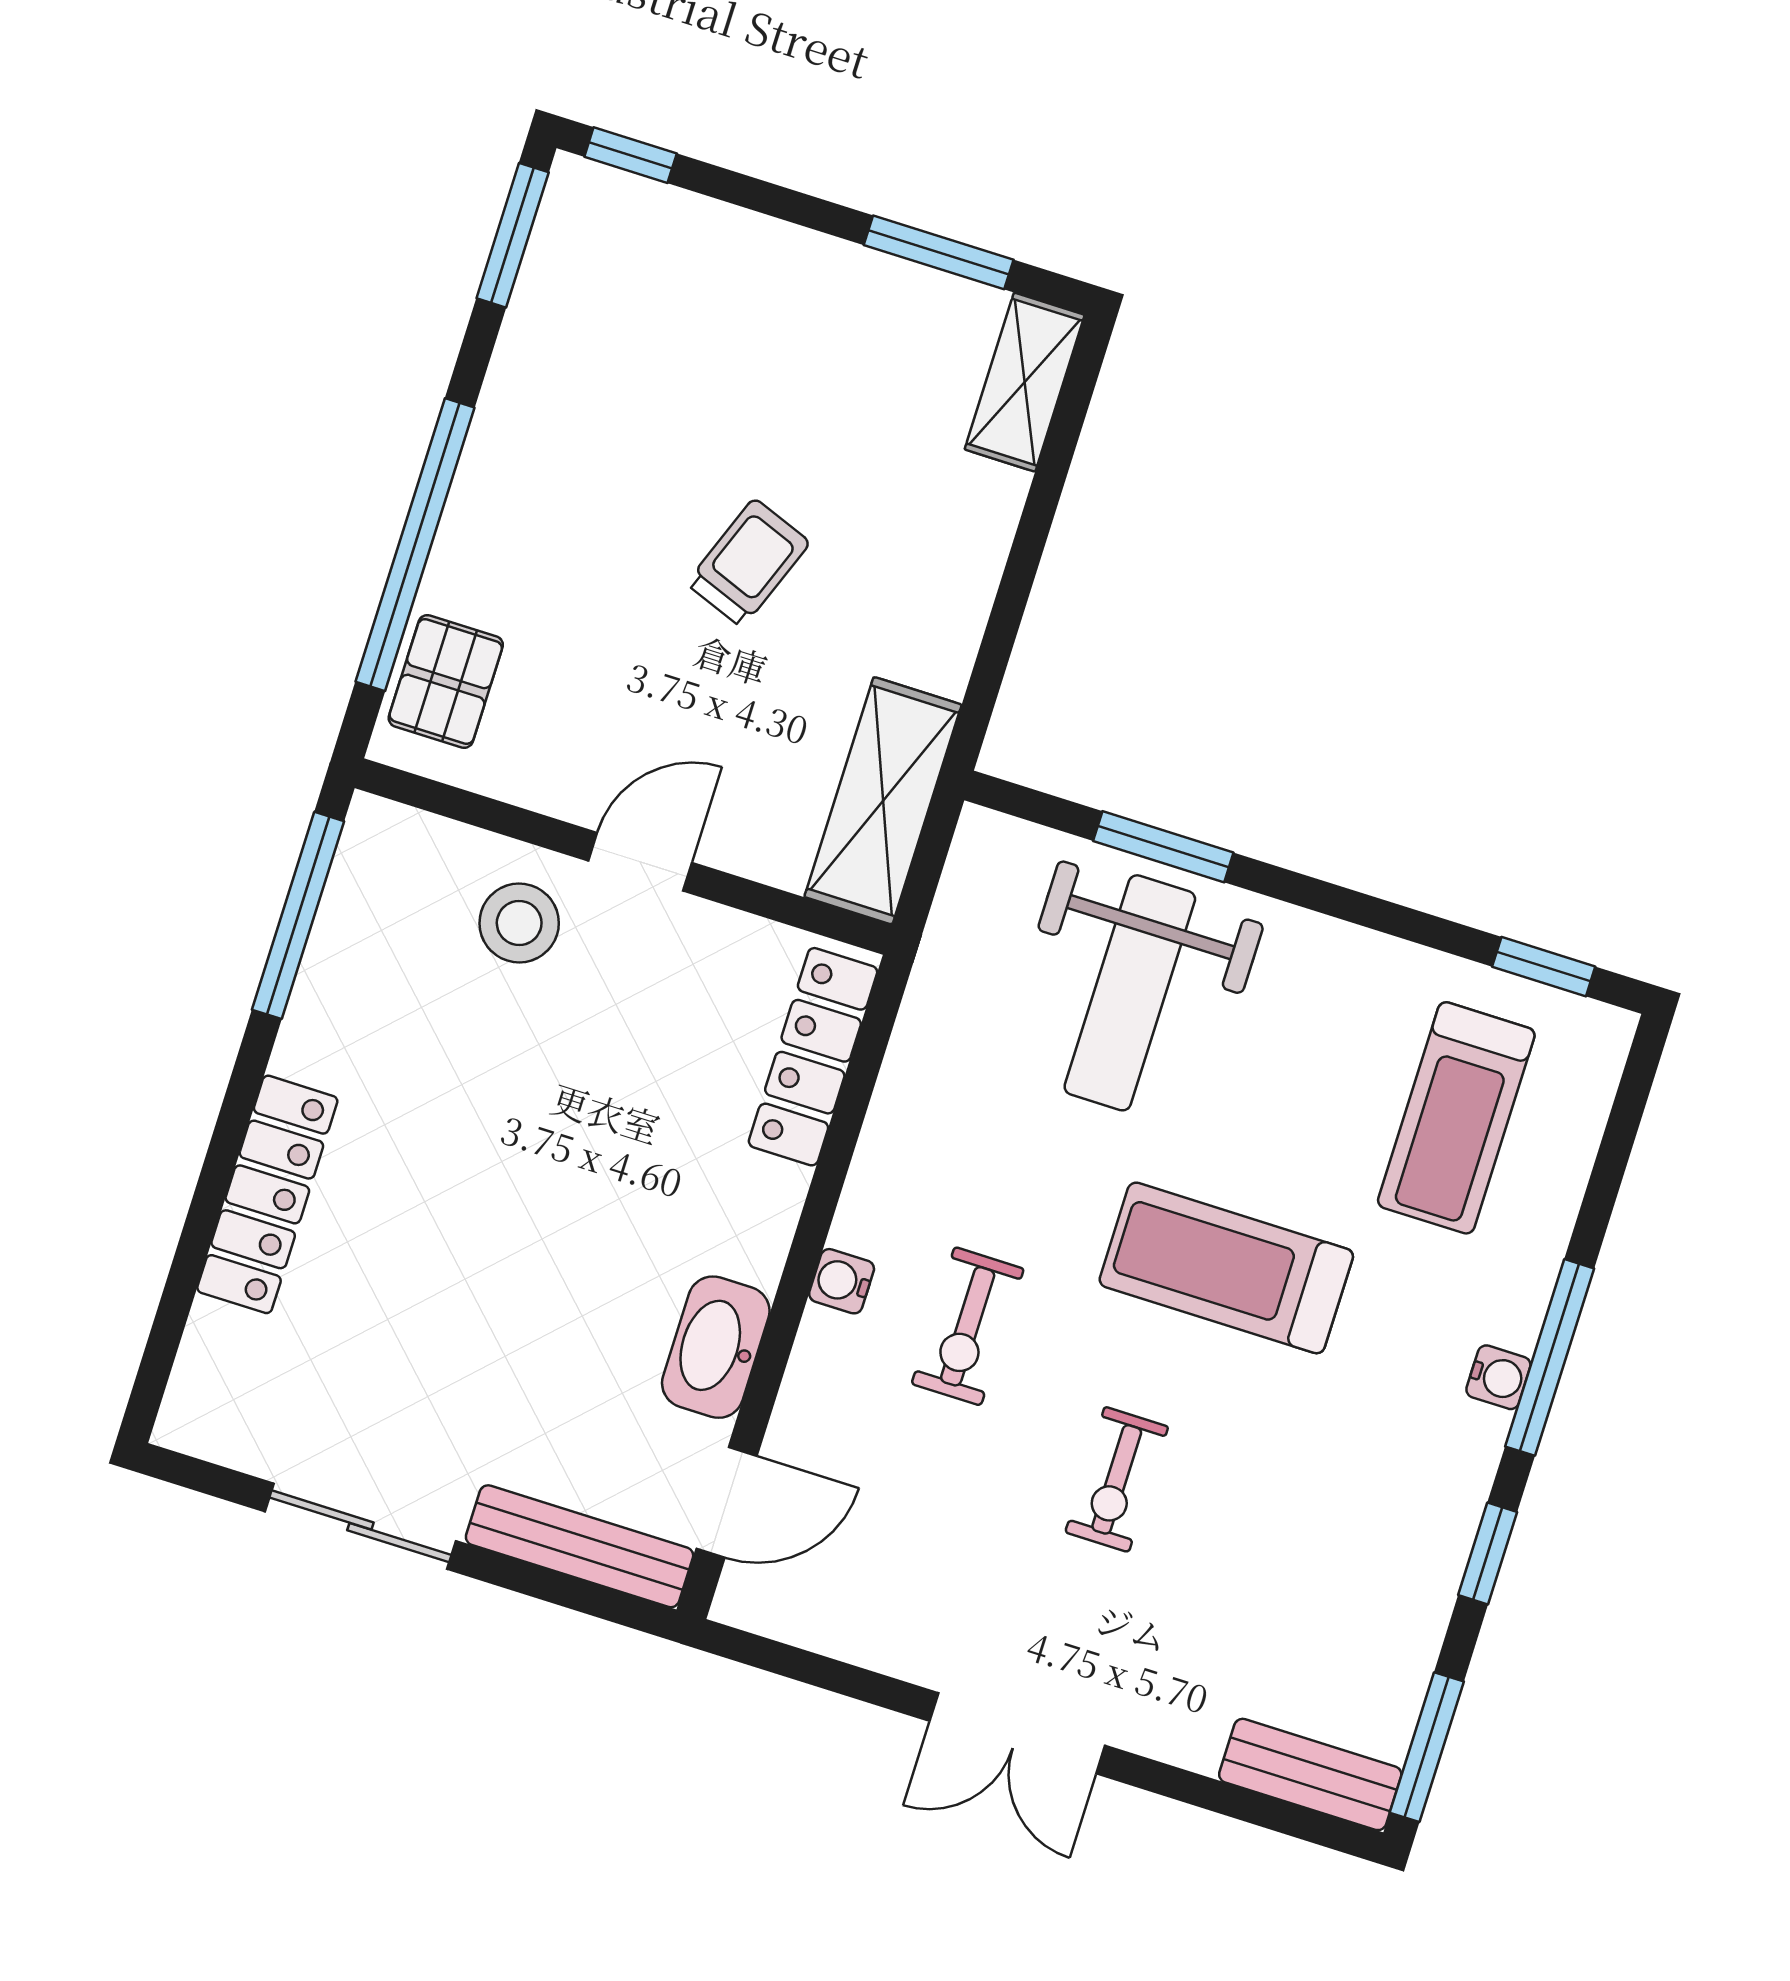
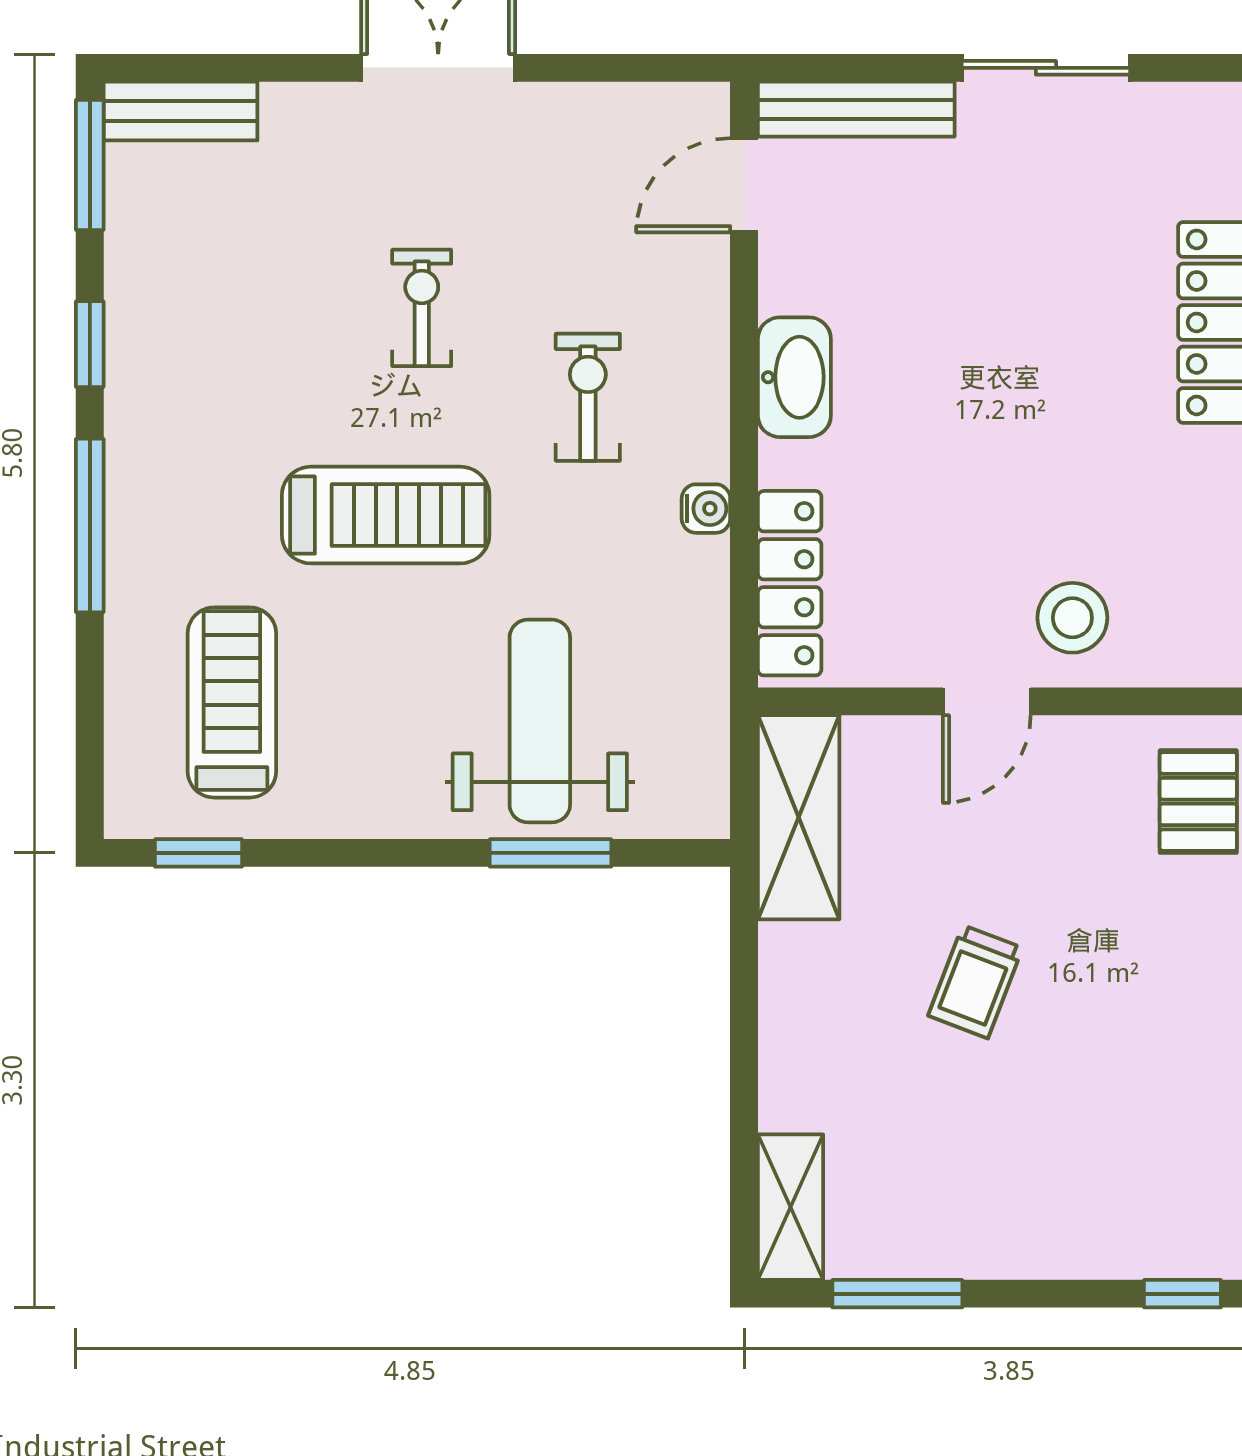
water cooler: (842, 1281) -> (706, 509), moved
washbasin: (716, 1347) -> (794, 377), moved
water cooler: (1498, 1377) -> (128, 495), removed

